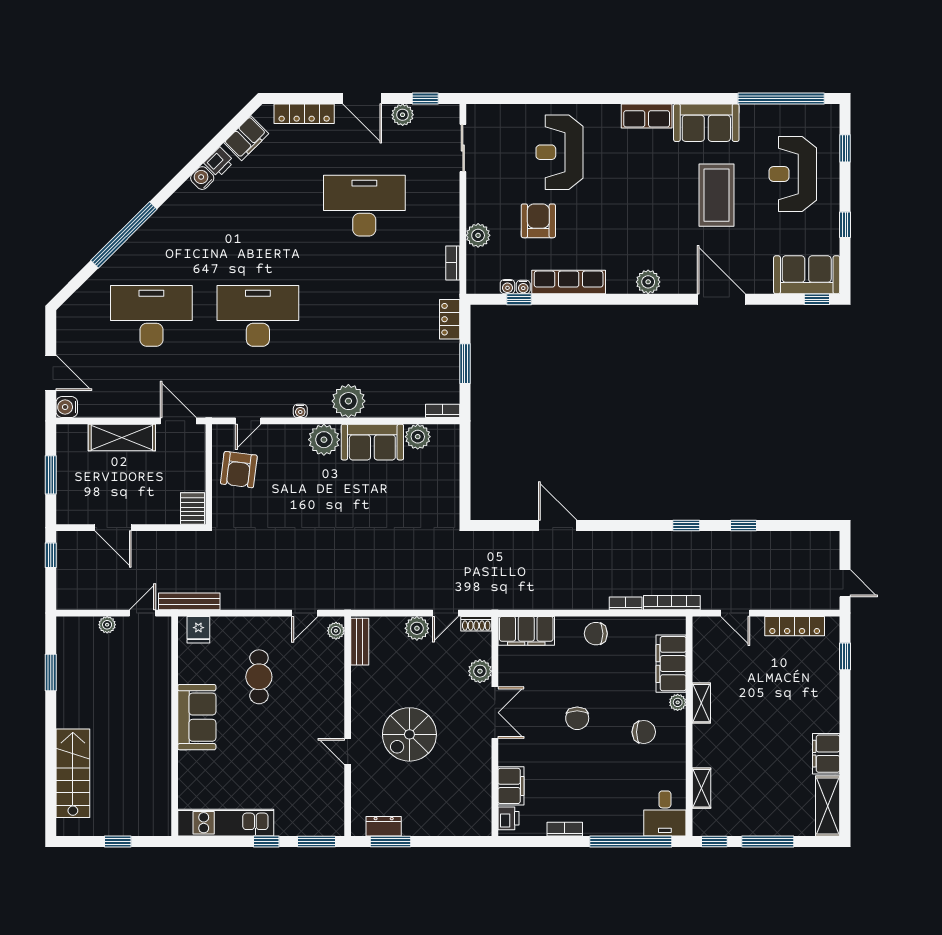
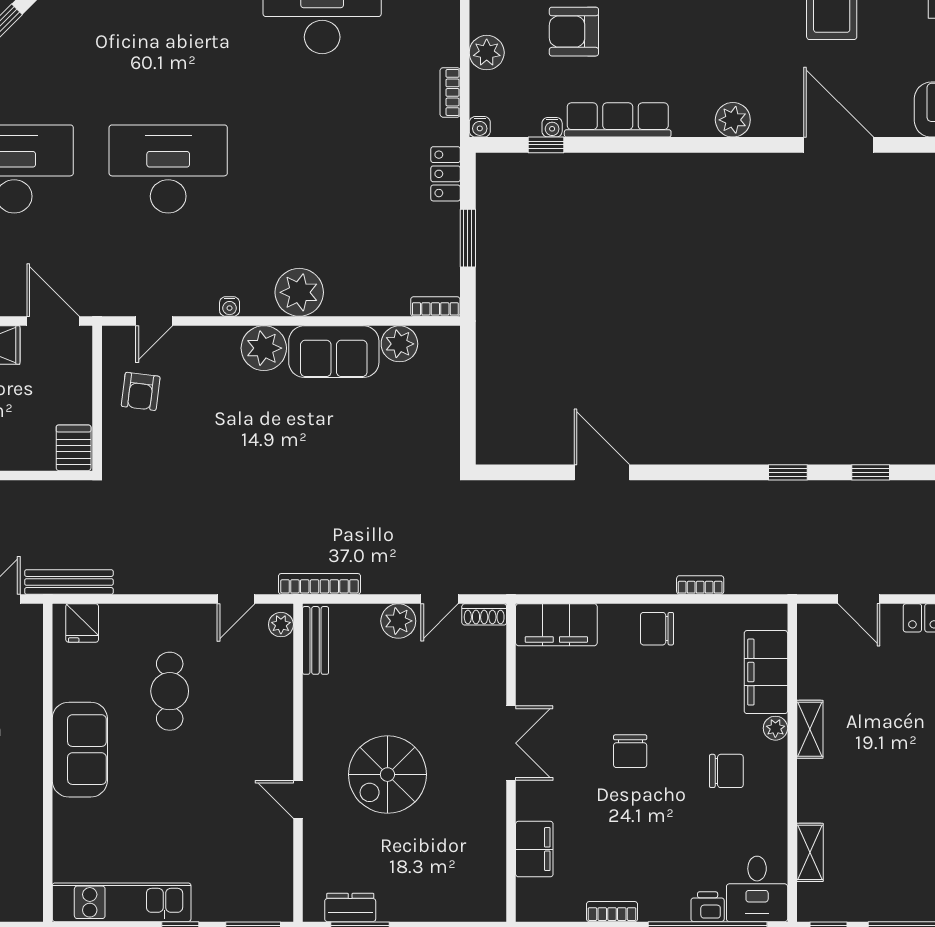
armchair: (538, 221) -> (574, 32), turned -90
water cooler: (507, 287) -> (480, 127), moved
armchair: (239, 470) -> (141, 391), width x0.72, depth x0.72
bookcase: (672, 603) -> (319, 584), moved
plant: (480, 671) -> (489, 683), removed
printer: (508, 818) -> (708, 907), moved, turned -90

